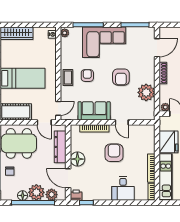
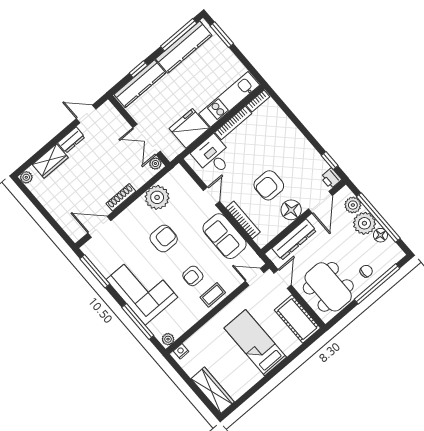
armchair: (114, 153) -> (269, 185), moved
desk: (123, 188) -> (213, 156), moved, turned -90

